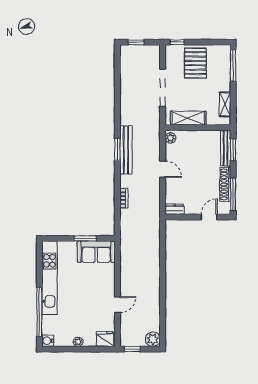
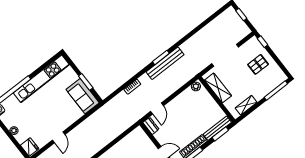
pallet: (195, 63) -> (258, 64), width x0.67, depth x0.71
door: (163, 169) -> (157, 109), moved
door: (117, 305) -> (59, 137), hinge flipped

